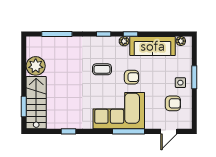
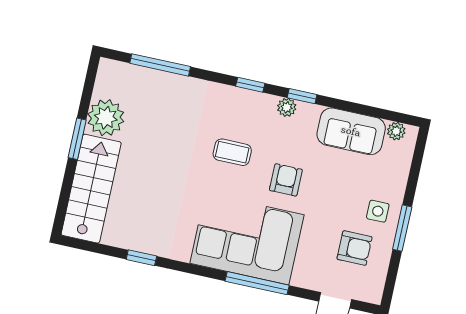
sofa: (153, 46) -> (351, 131), width x0.73
armchair: (132, 77) -> (286, 180), turned -90
window: (194, 77) -> (402, 228), moved
window: (24, 106) -> (77, 139), moved

